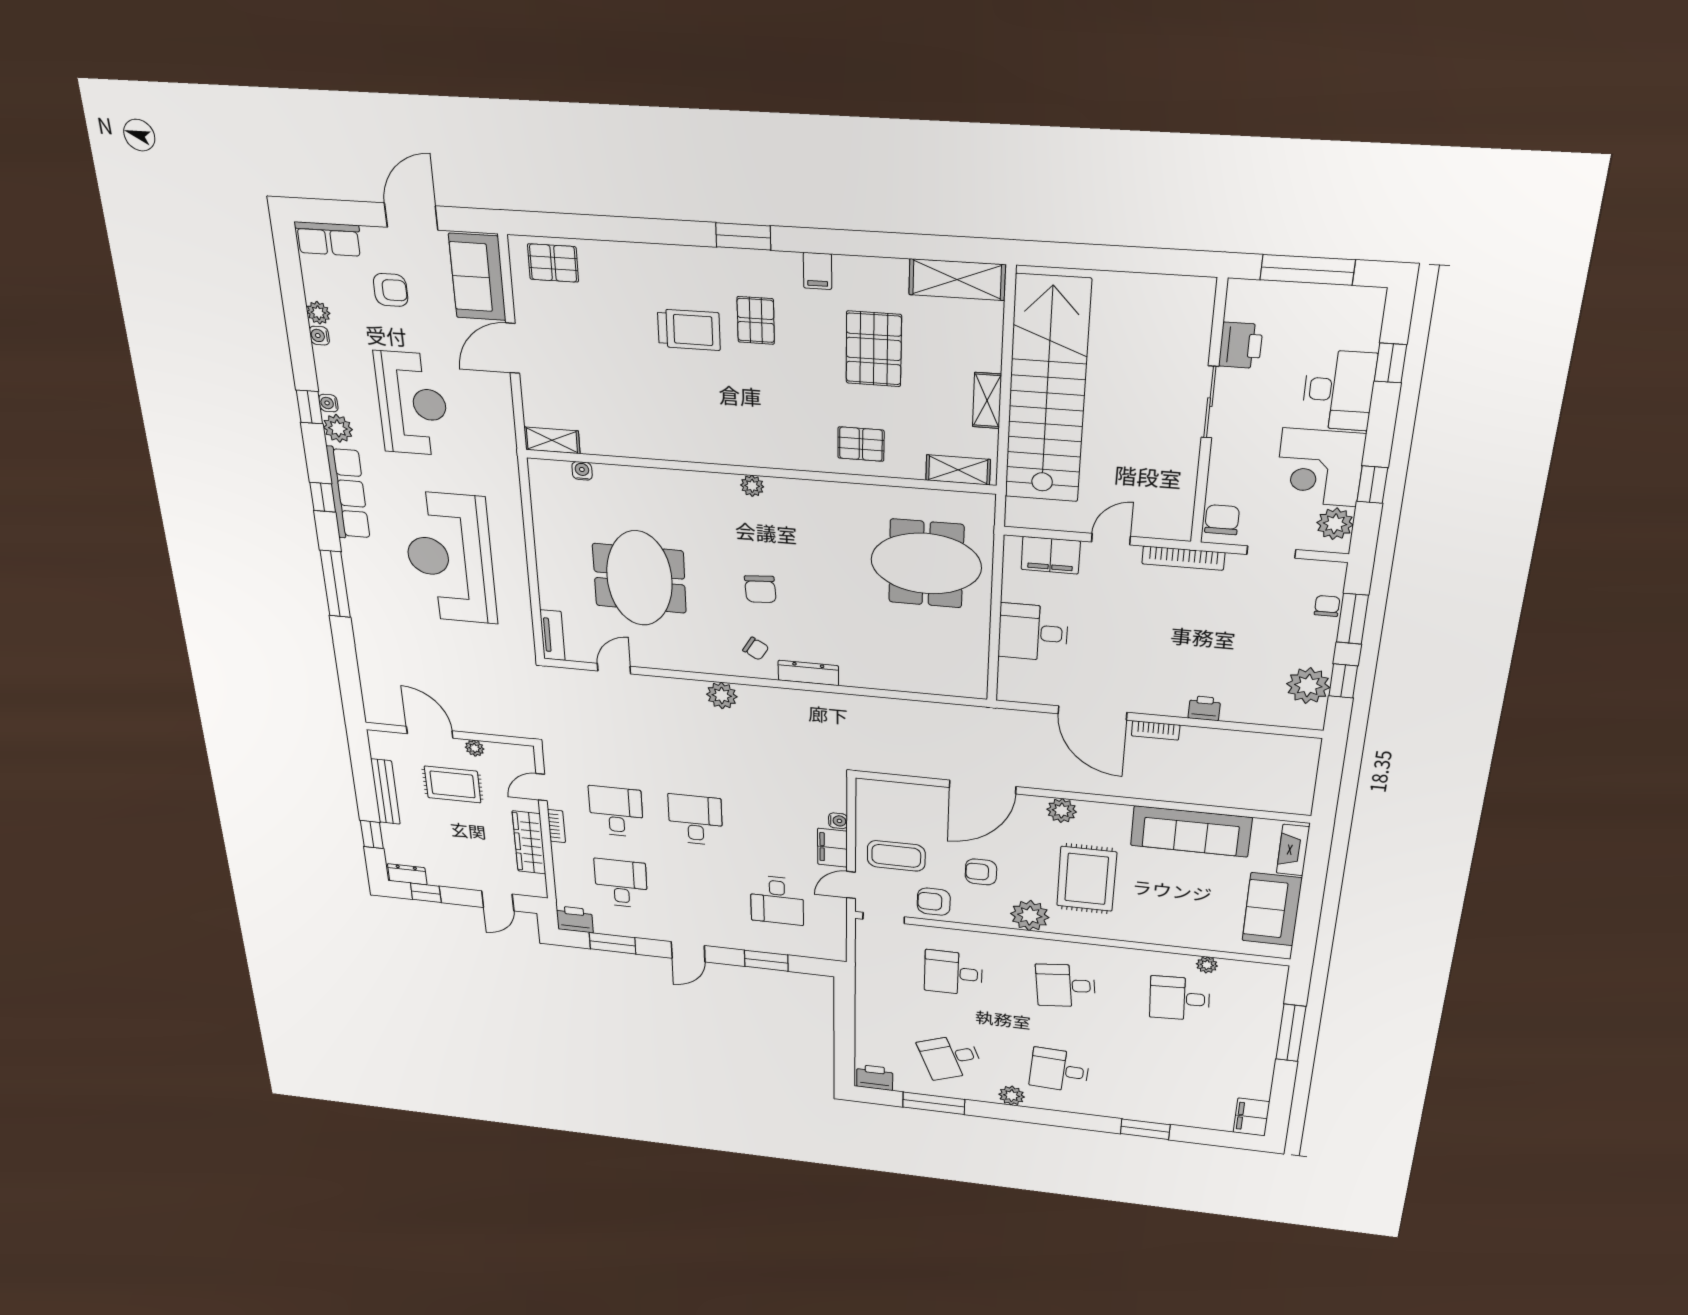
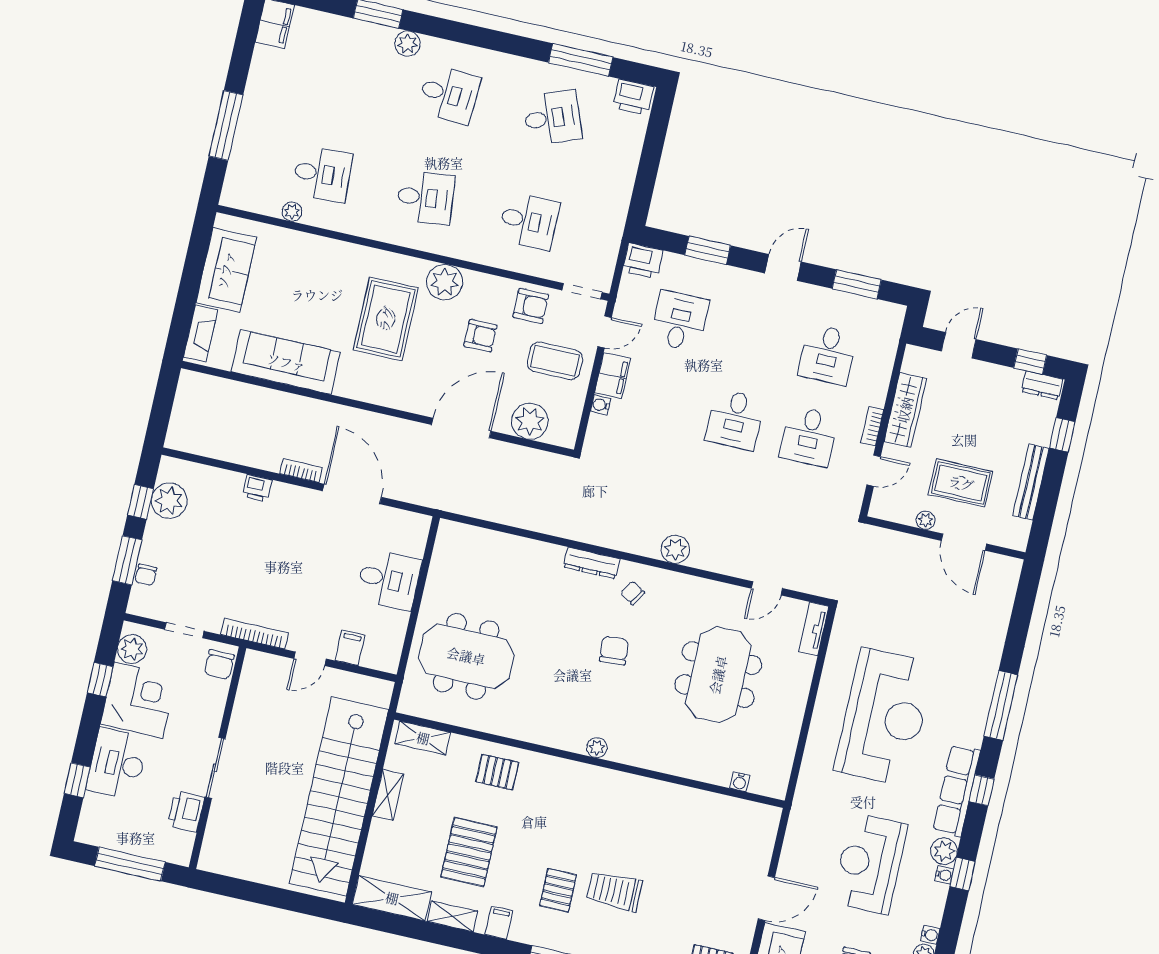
shelving: (552, 440) -> (452, 916), moved
filing cabinet: (1051, 555) -> (350, 648), width x0.50
plant: (1062, 811) -> (530, 421), moved, width x1.36, depth x1.36
printer: (575, 919) -> (643, 261), moved
plant: (1012, 1096) -> (408, 44), moved

